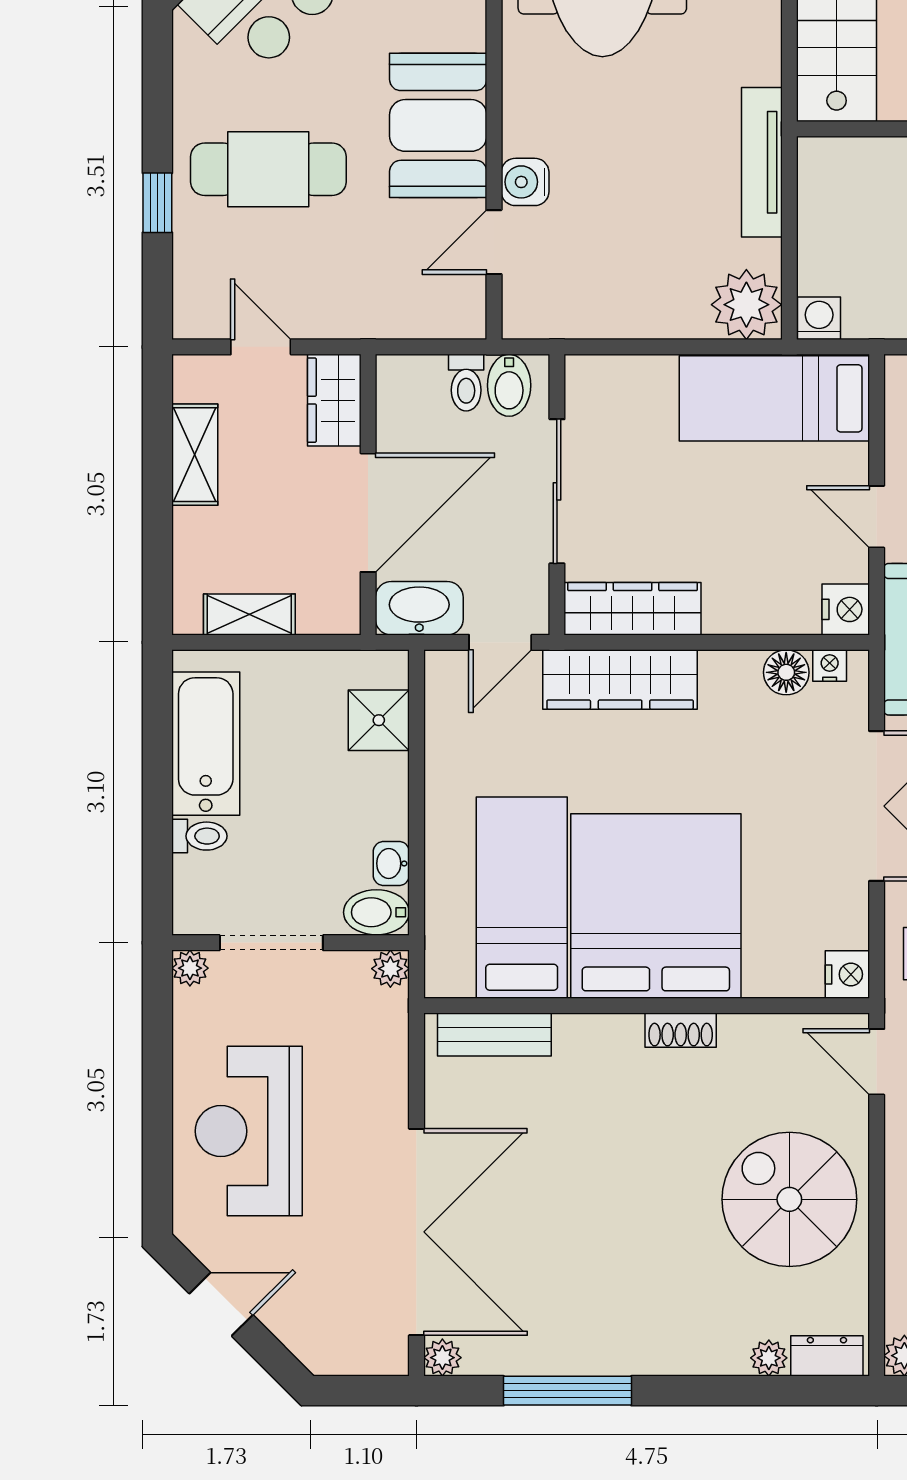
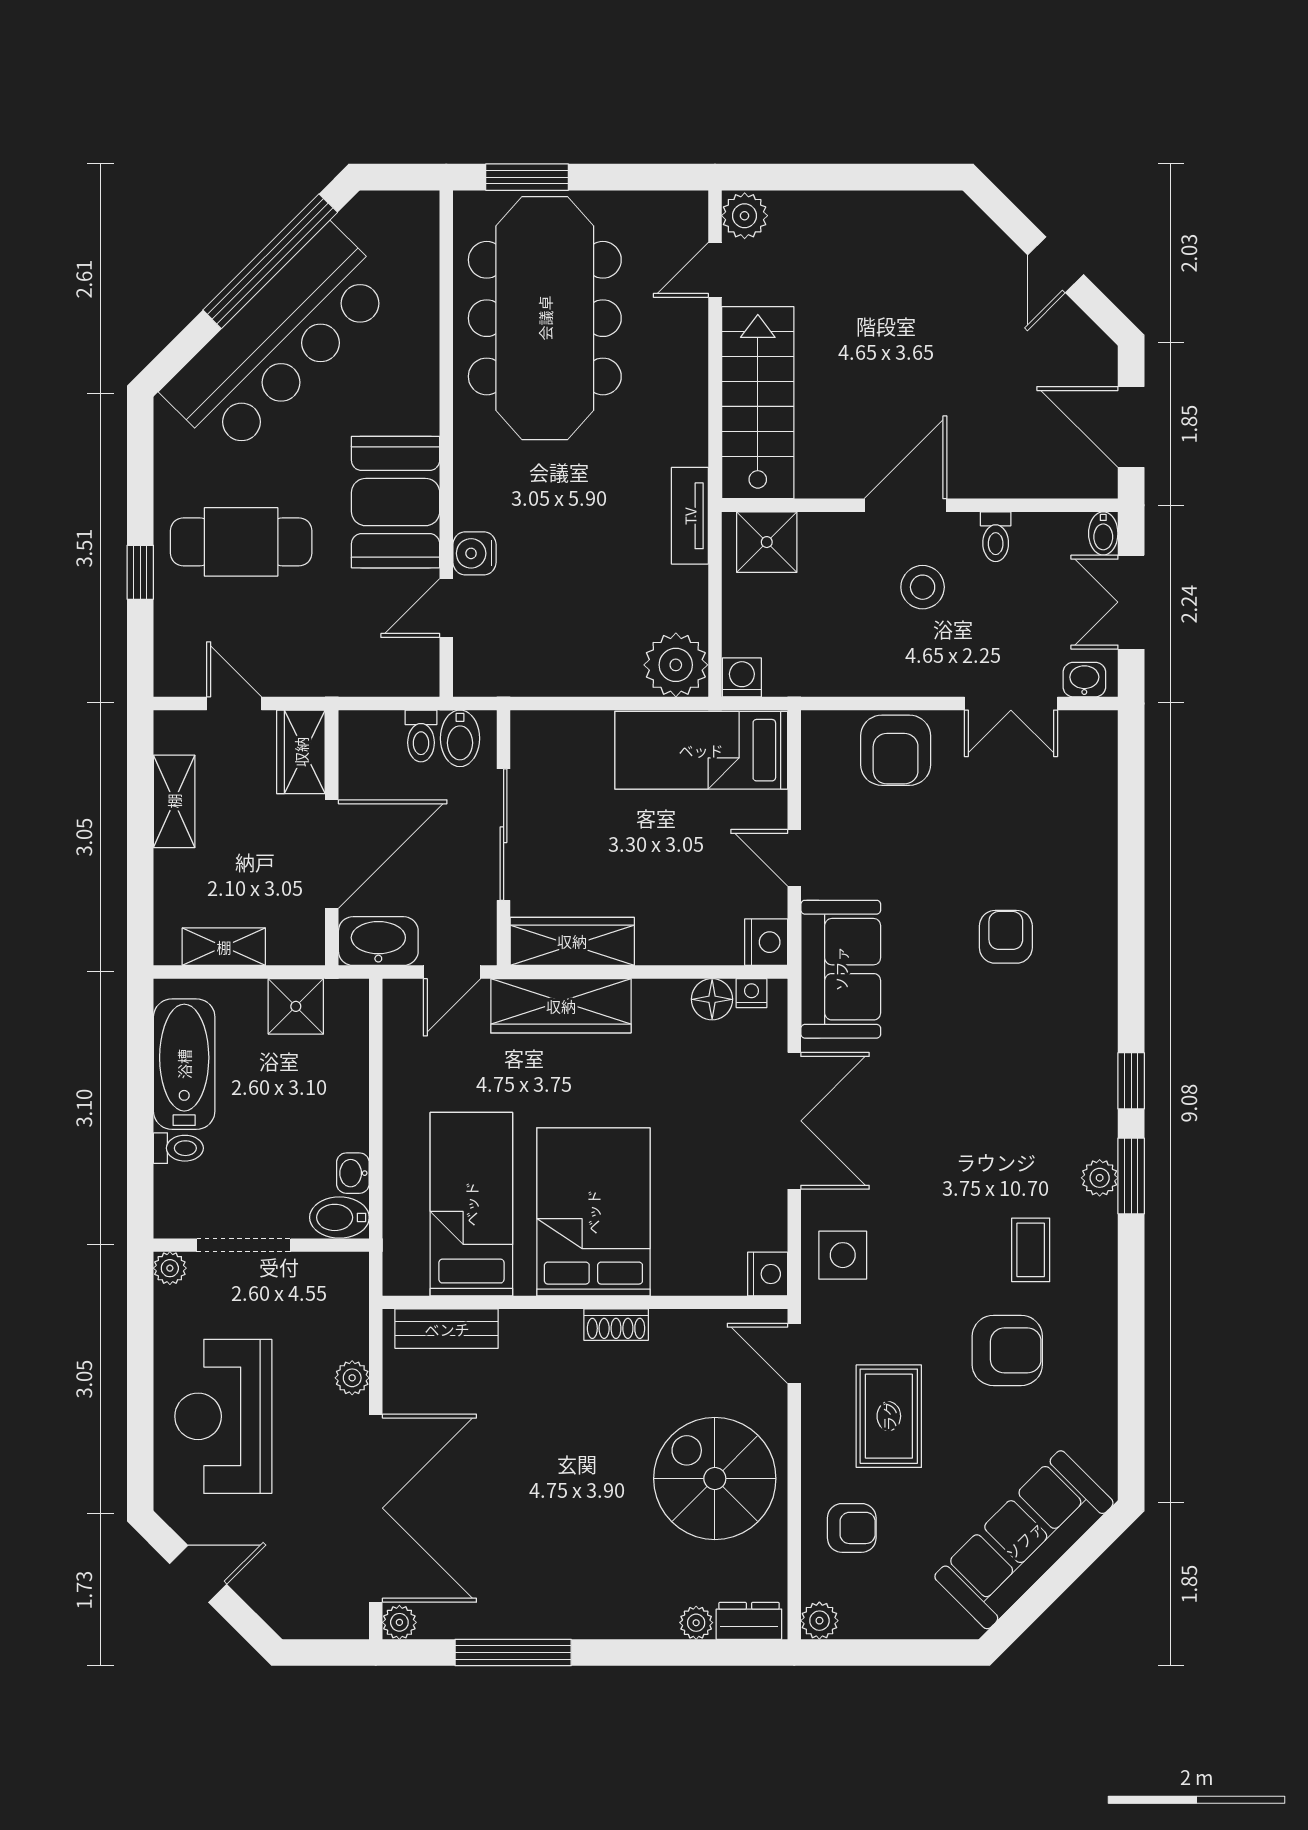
tv unit: (762, 162) -> (690, 516), width x0.71
shower: (846, 169) -> (767, 542), added
shower: (379, 720) -> (296, 1006), moved
bed: (656, 906) -> (593, 1212), width x0.73
plant: (390, 969) -> (352, 1378), moved

